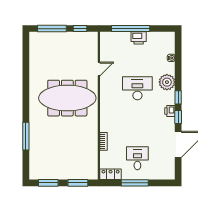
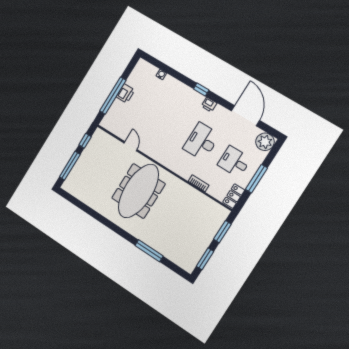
plant: (167, 82) -> (265, 142), moved
desk: (137, 88) -> (201, 142), moved
window: (178, 117) -> (219, 100), removed

